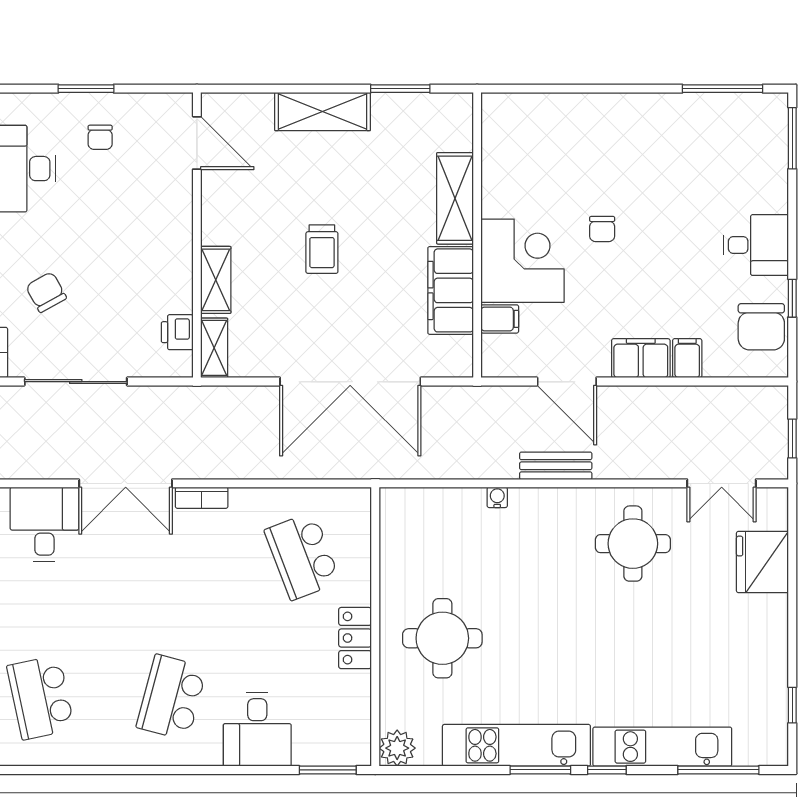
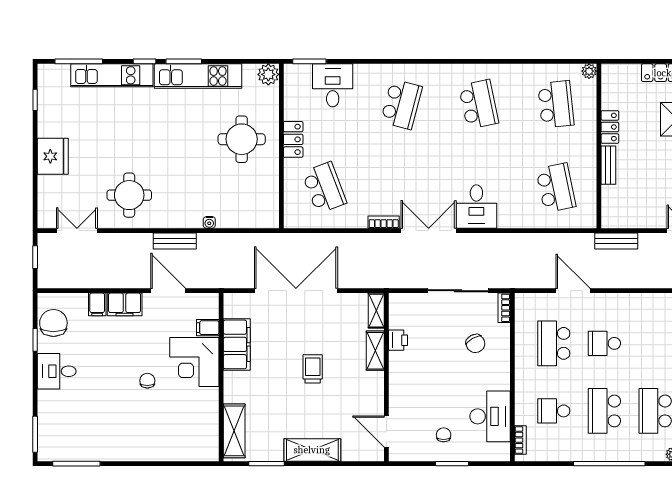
shelving: (455, 198) -> (234, 431), moved
printer: (177, 332) -> (398, 340), moved
fridge: (762, 562) -> (53, 156), moved
desk: (257, 730) -> (333, 85), moved

